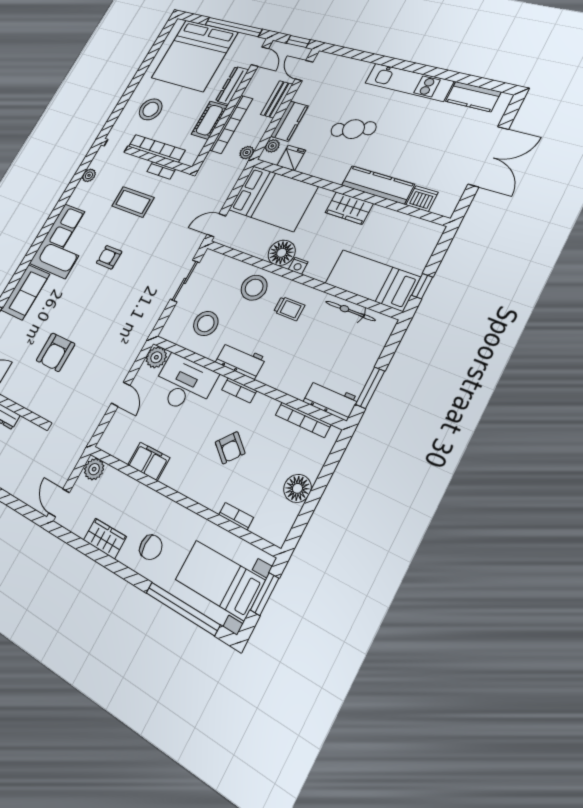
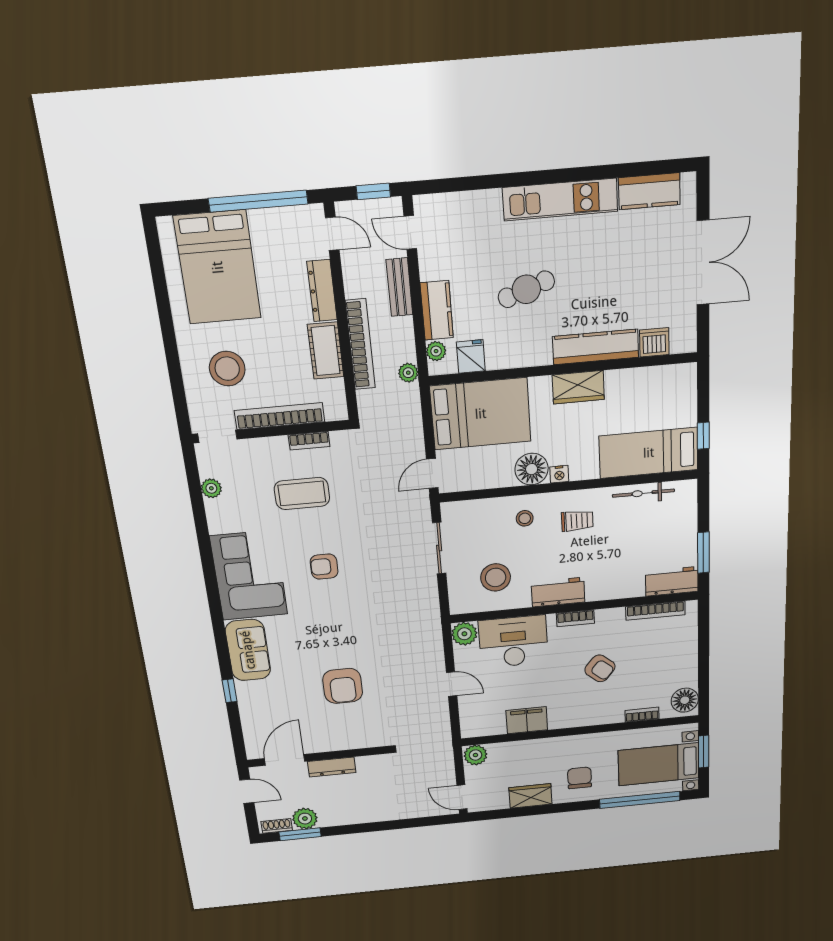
bed: (194, 55) -> (218, 267), width x0.73
stool: (254, 288) -> (525, 518), width x0.53, depth x0.53
floor lamp: (297, 488) -> (685, 700), moved
chair: (151, 547) -> (580, 778), turned -90

